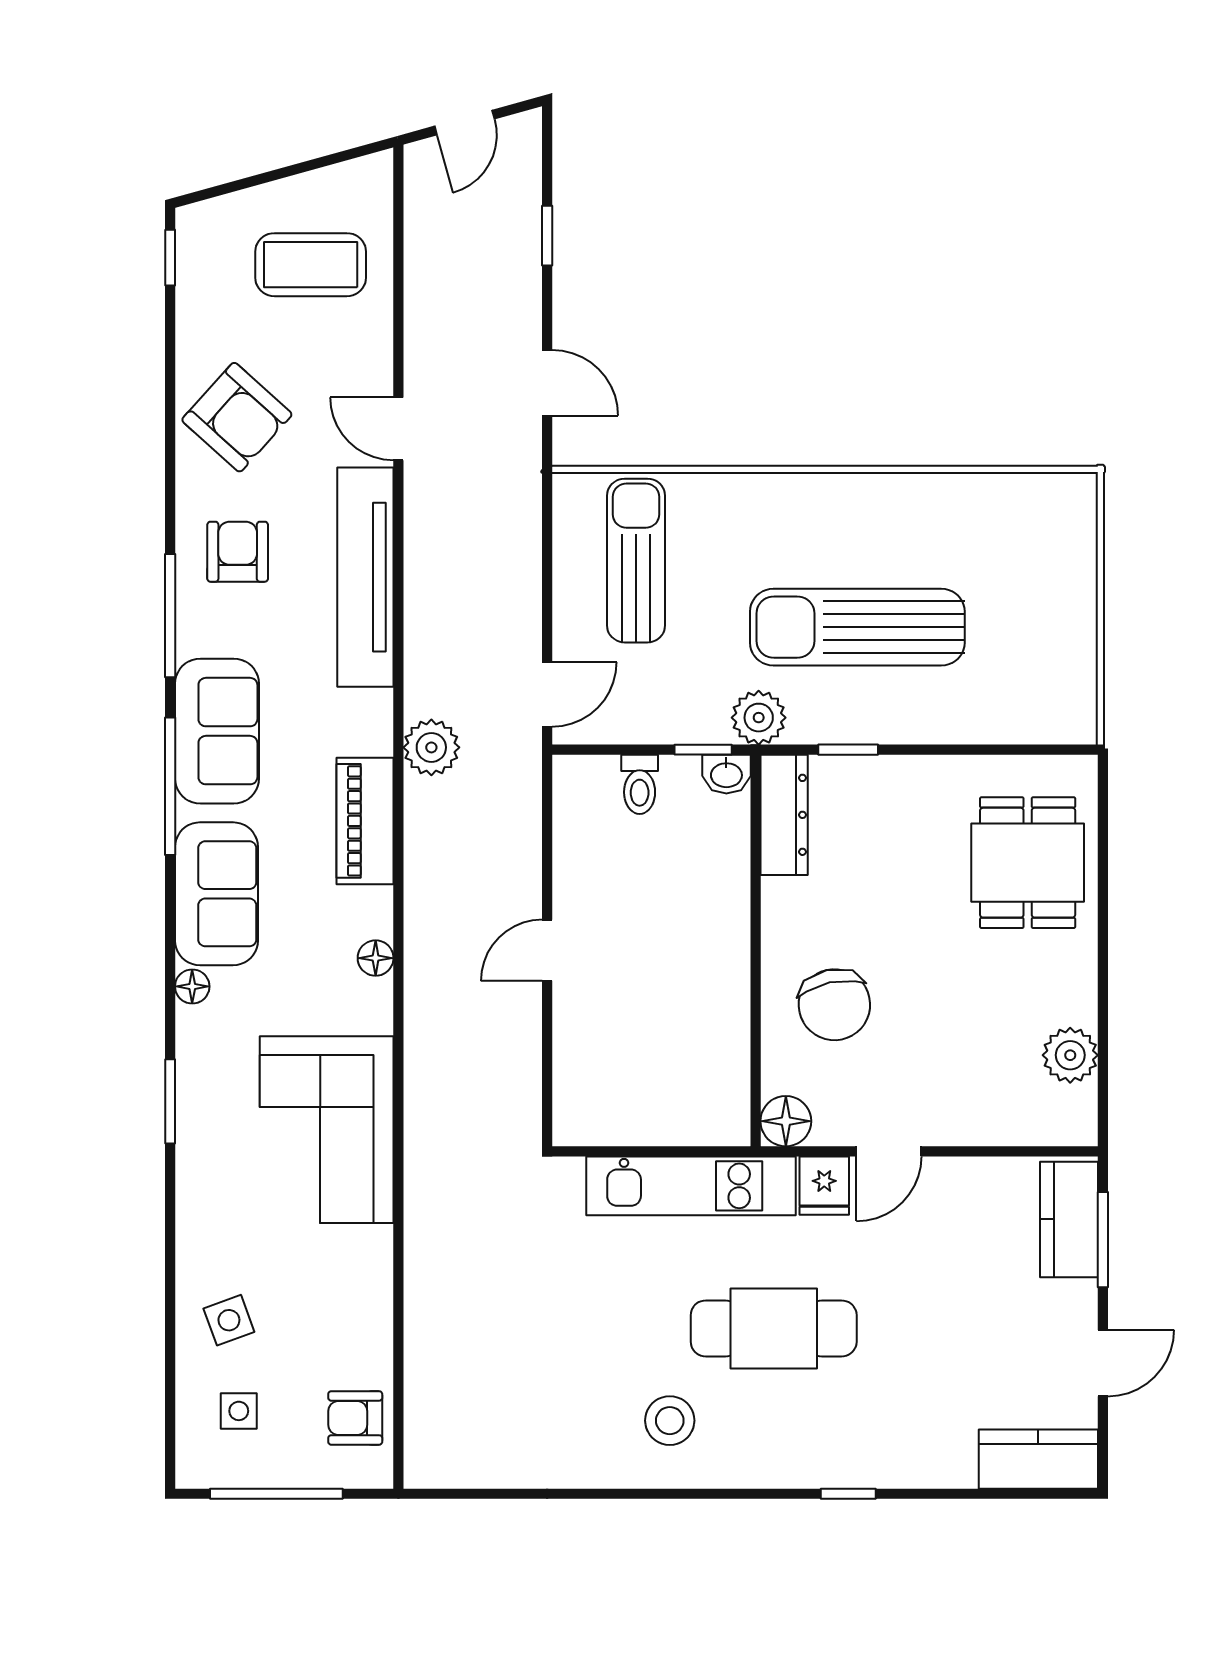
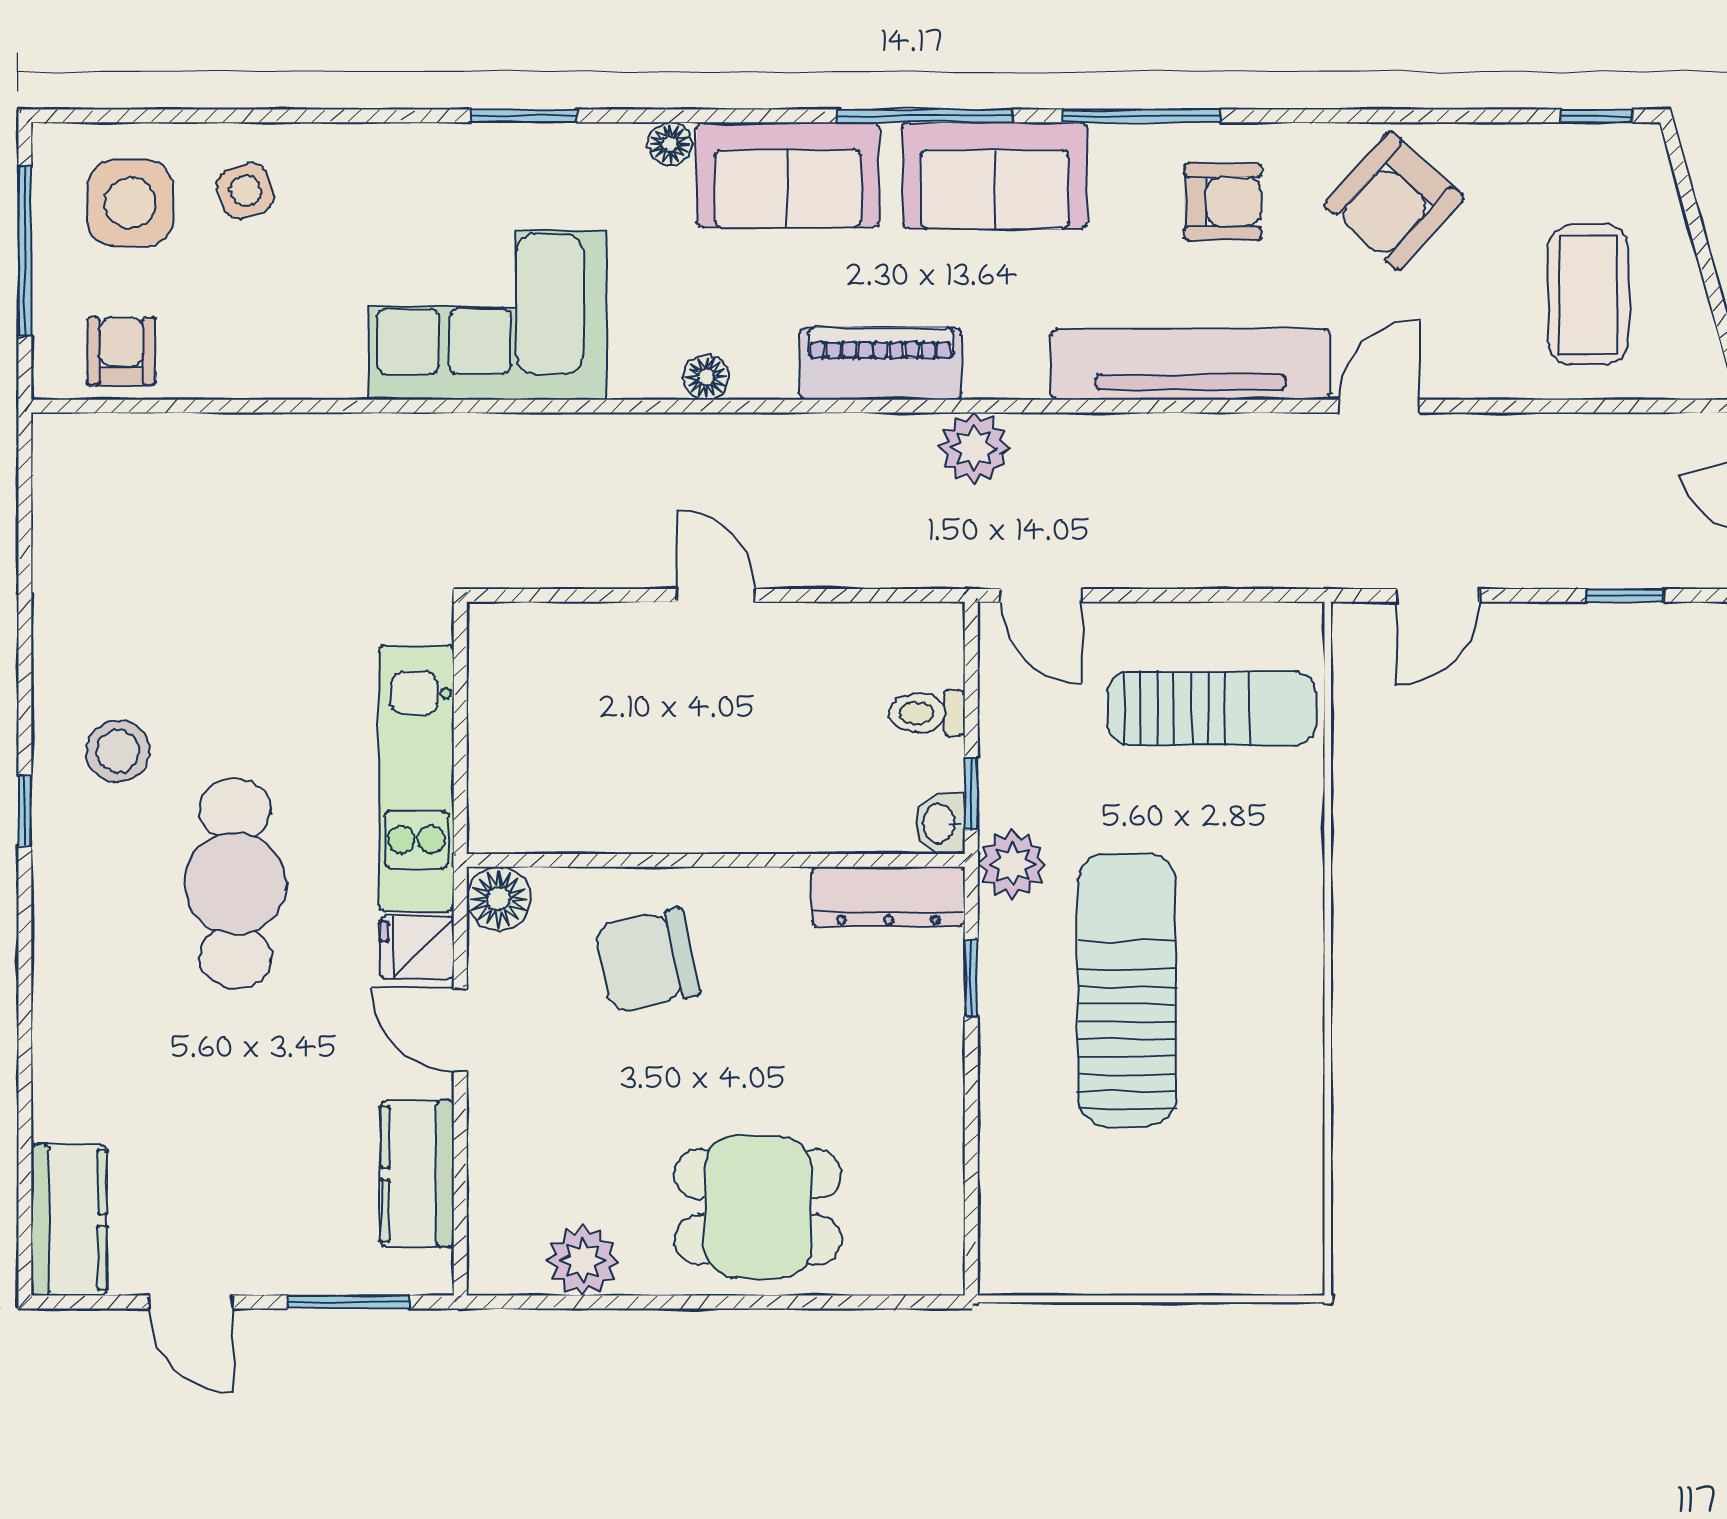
dining table: (1028, 863) -> (758, 1207), moved
kitchen counter: (1069, 1219) -> (417, 1174), moved, turned -90
side table: (239, 1411) -> (130, 203), width x1.87, depth x1.87
window: (848, 1494) -> (25, 811), moved

